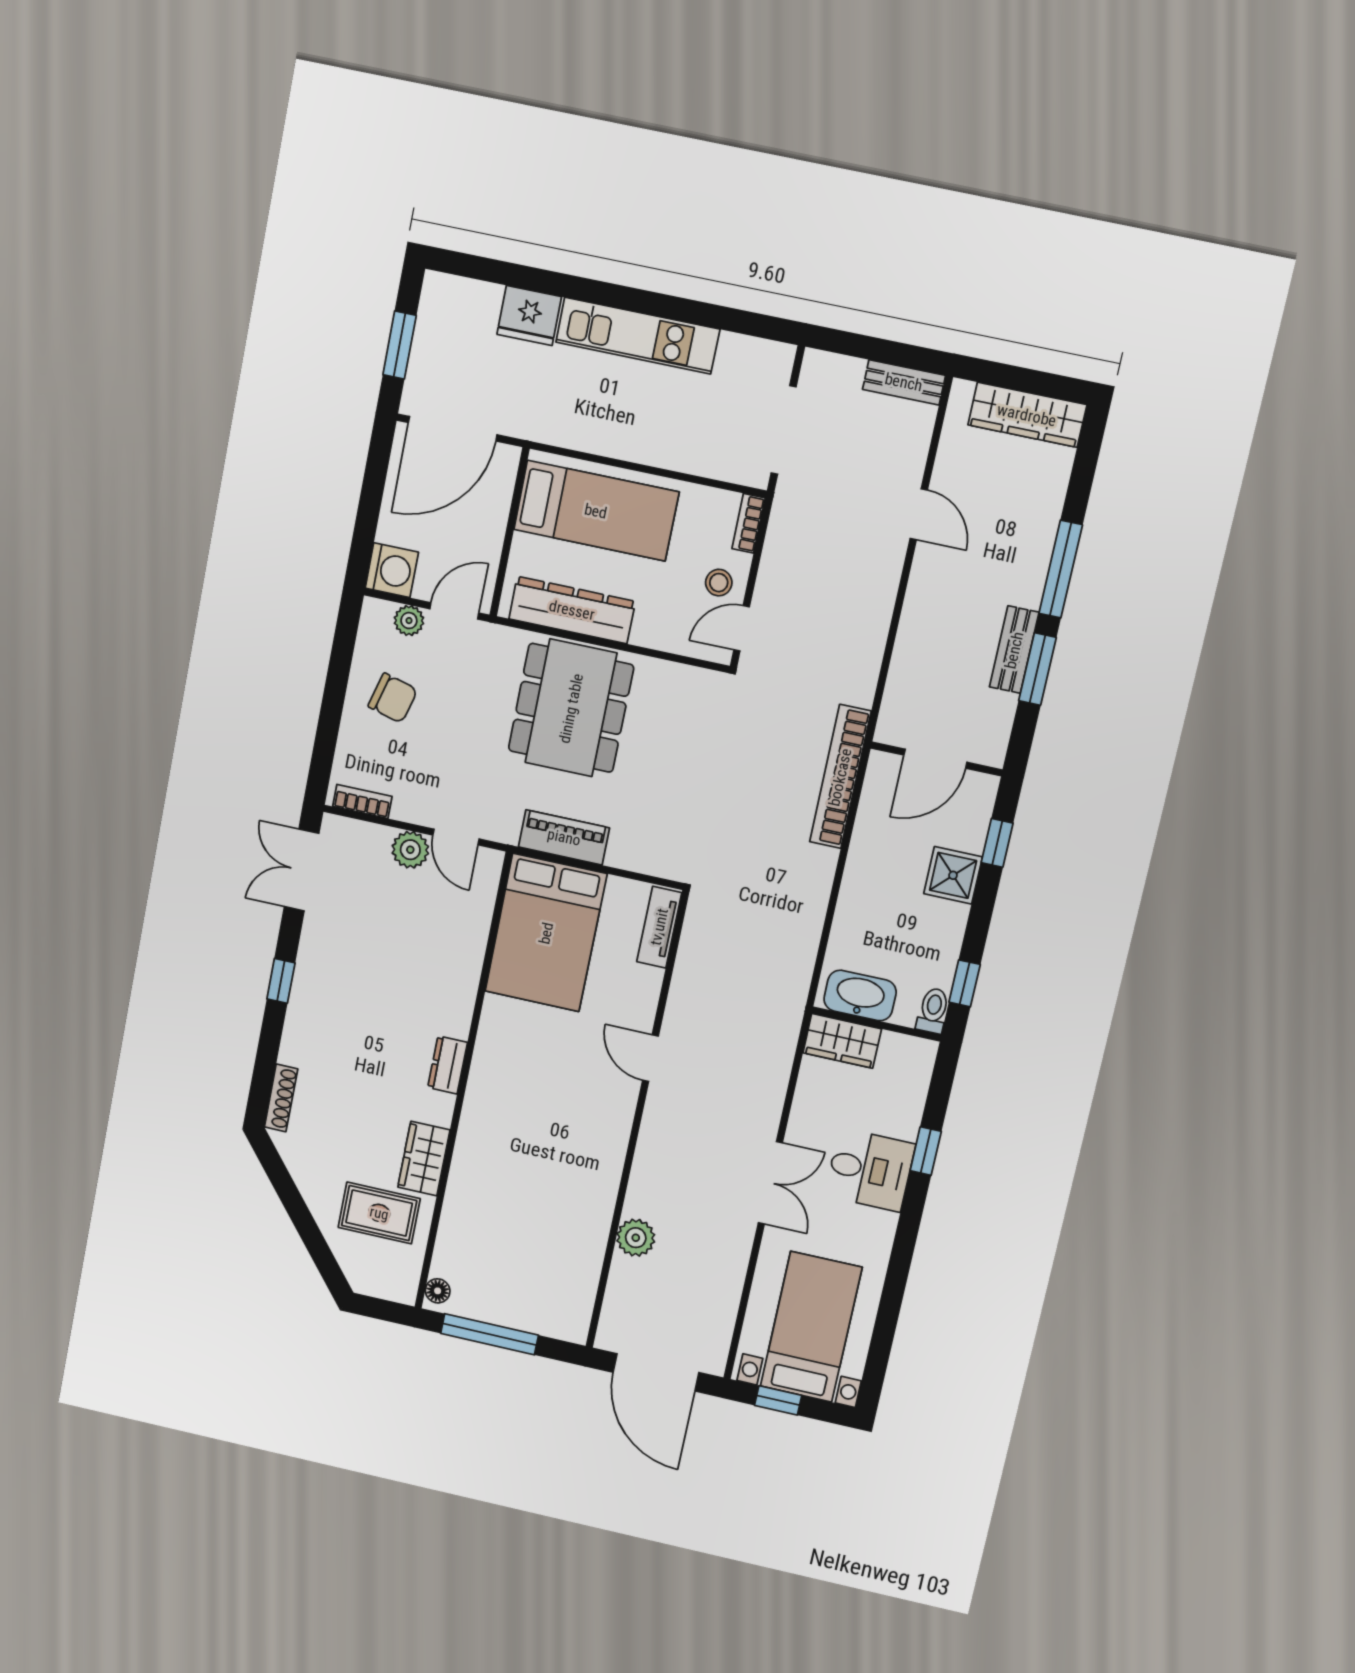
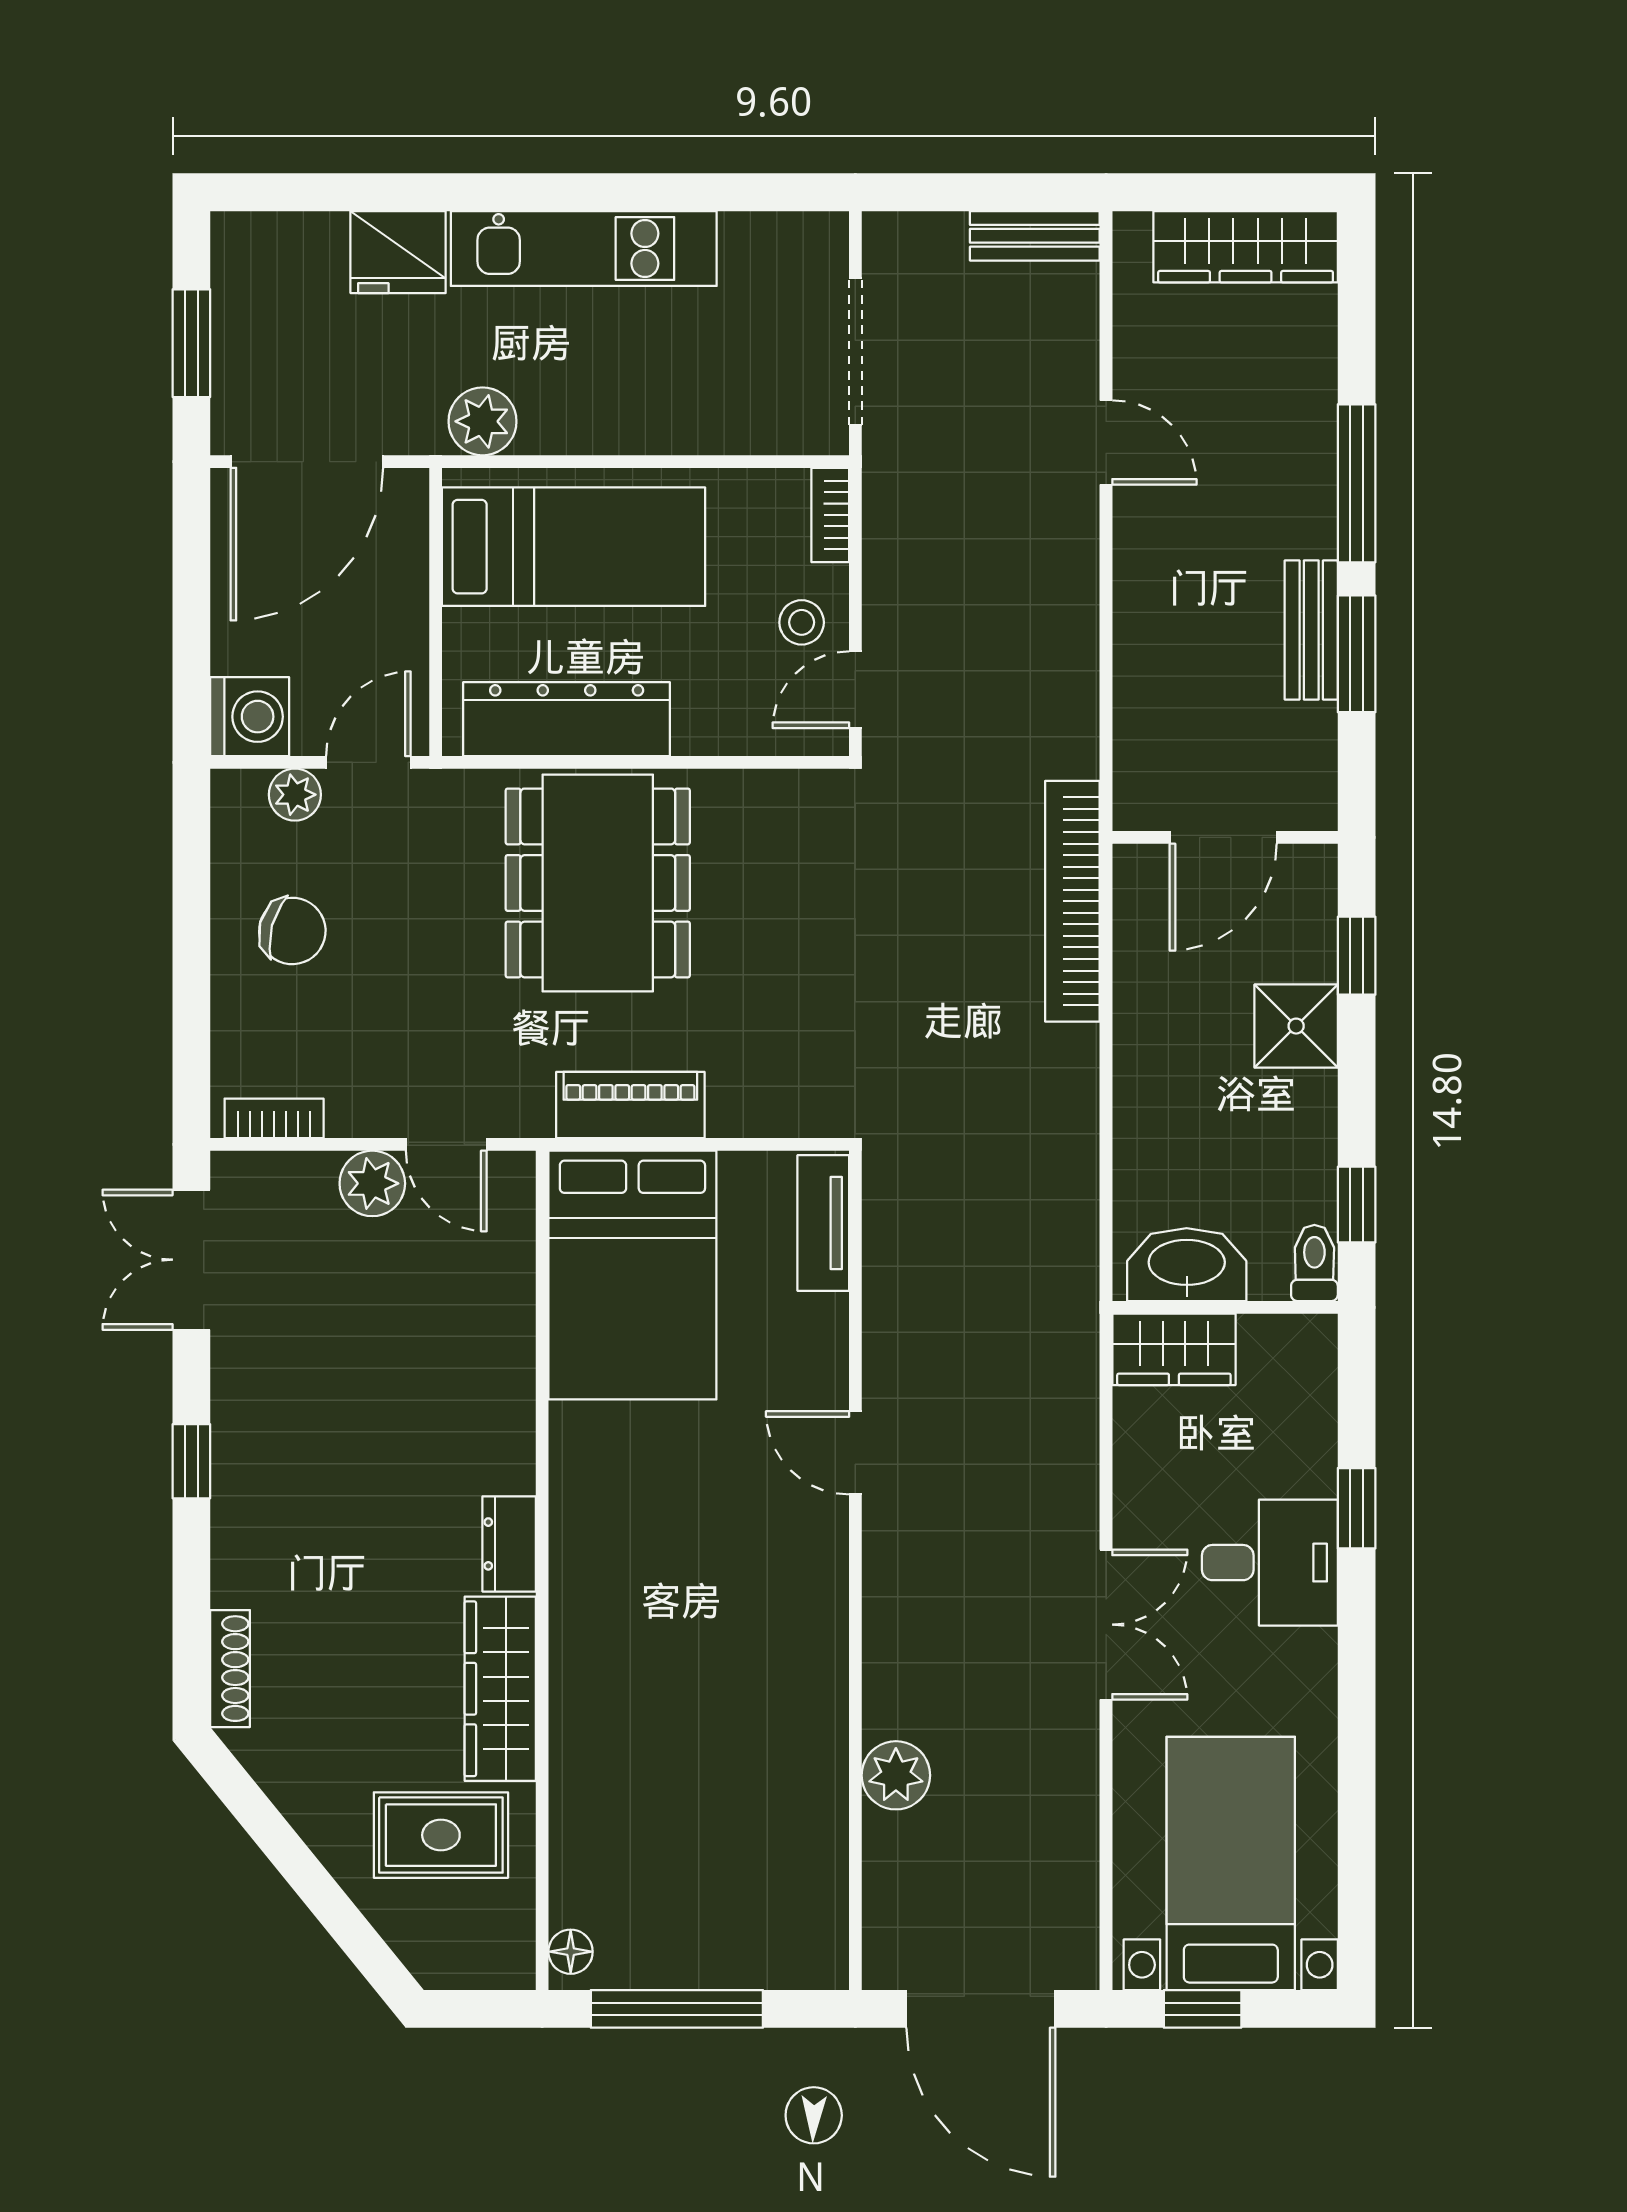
plant: (558, 426) -> (483, 421), added
wardrobe: (424, 1159) -> (500, 1689), width x1.50

